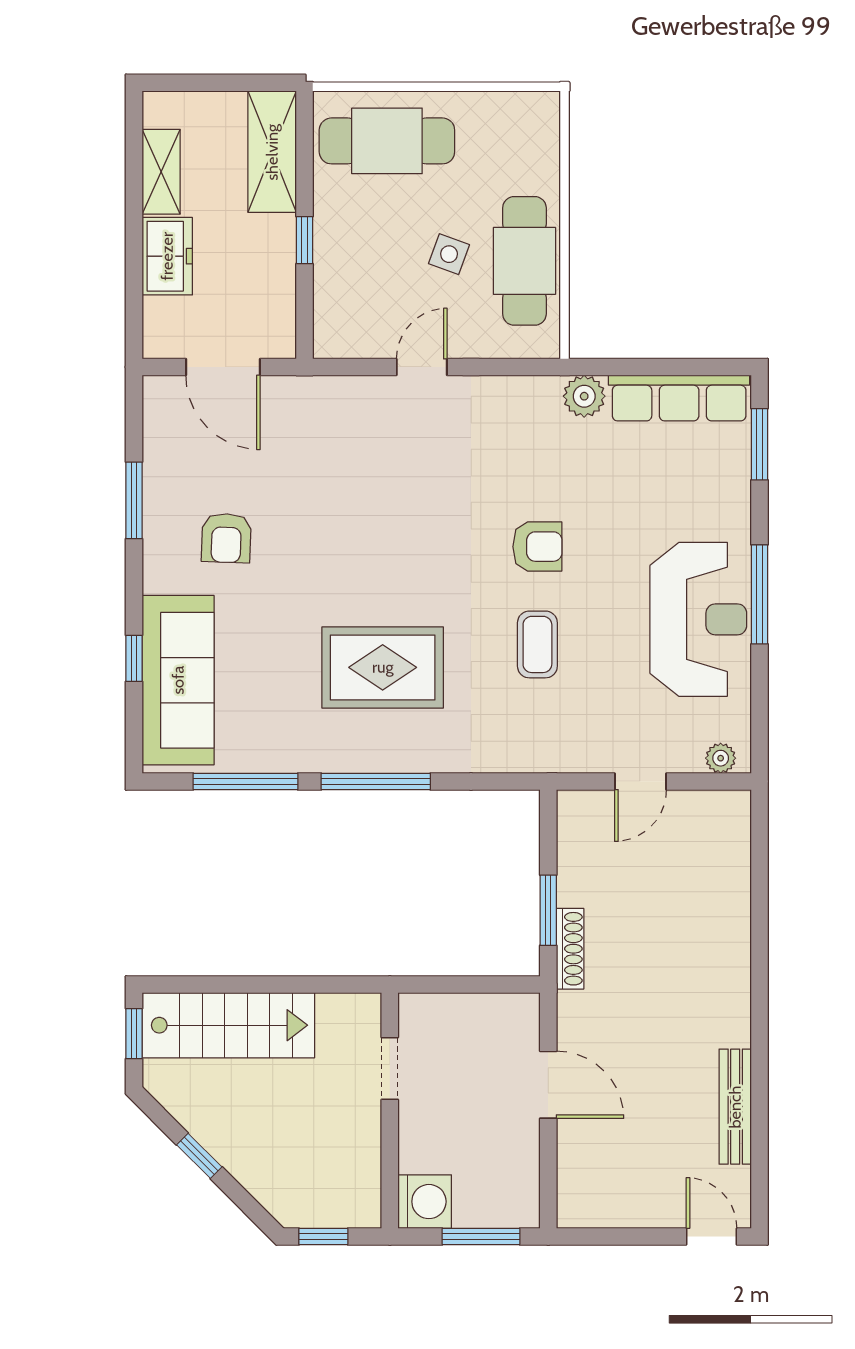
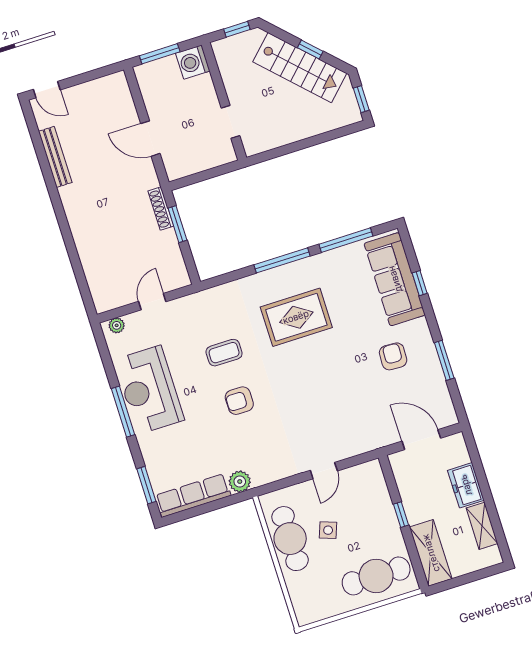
coffee table: (537, 644) -> (224, 353), turned 90
stairs: (228, 1025) -> (300, 68), moved, turned -135

